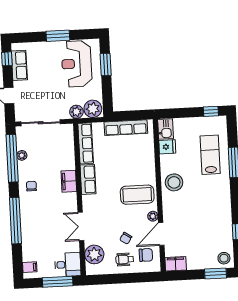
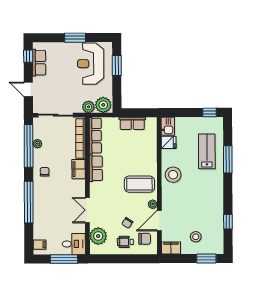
row of seats: (126, 128) -> (132, 123), width x0.68
bookcase: (69, 147) -> (80, 139), added
stool: (224, 258) -> (196, 237), moved

